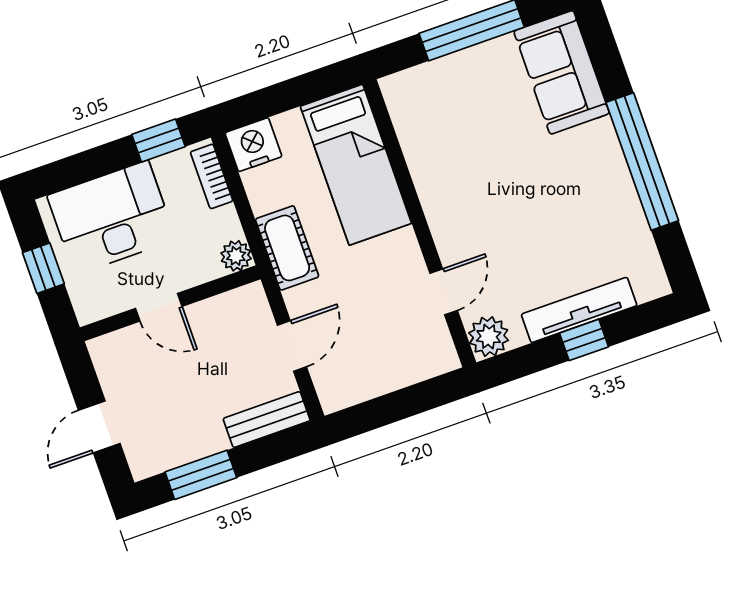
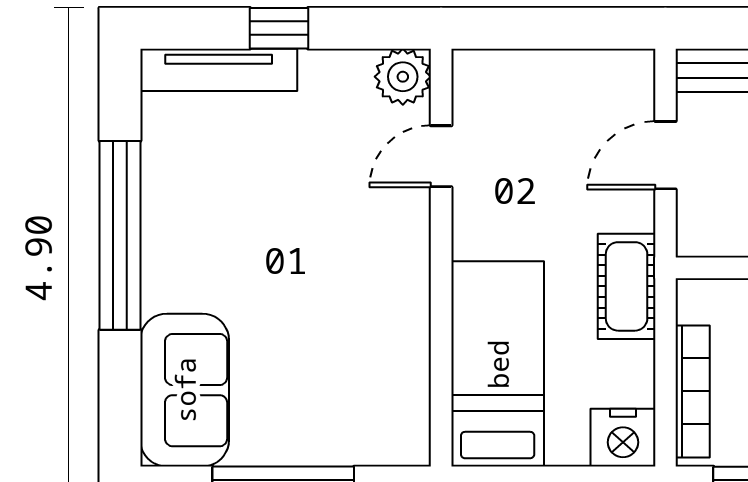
bookcase: (212, 176) -> (693, 391), width x1.56
plant: (236, 256) -> (697, 300), removed
tv unit: (579, 310) -> (219, 70), moved

